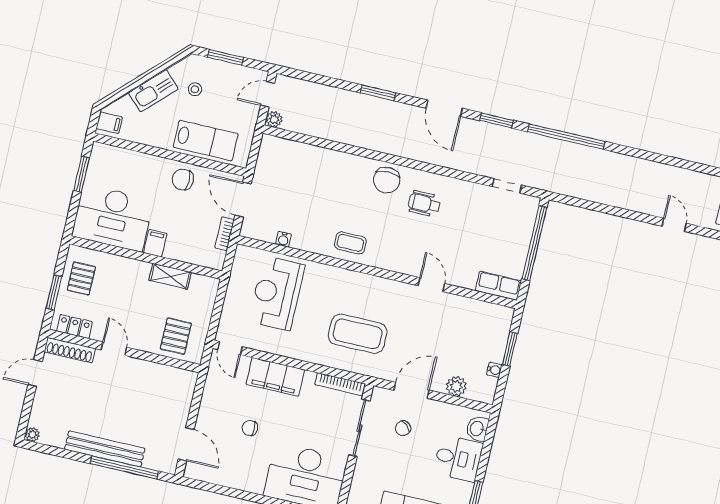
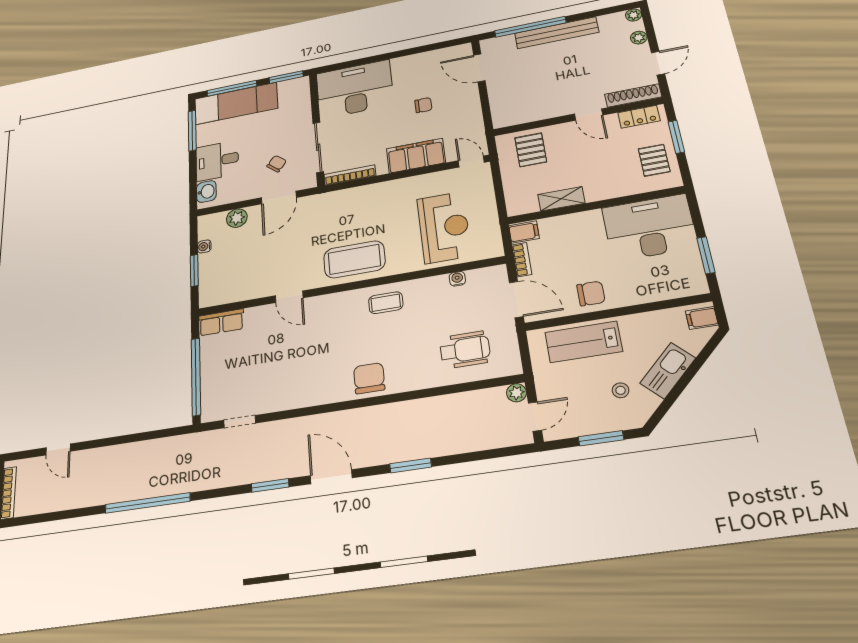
window: (566, 137) -> (148, 503), moved
wheelchair: (424, 204) -> (465, 350), moved, width x1.36, depth x1.37
filing cabinet: (155, 243) -> (524, 232), moved, turned -90
coffee table: (358, 334) -> (354, 259), moved
plant: (39, 408) -> (639, 38), added

